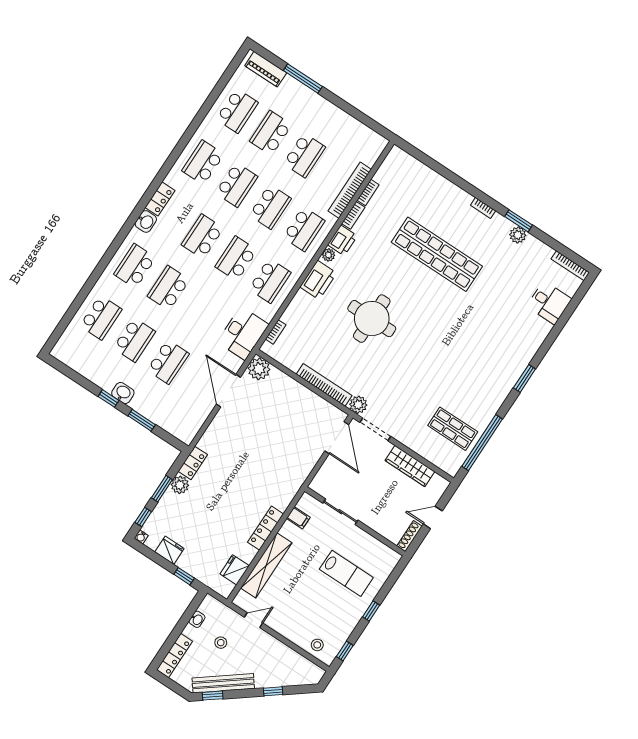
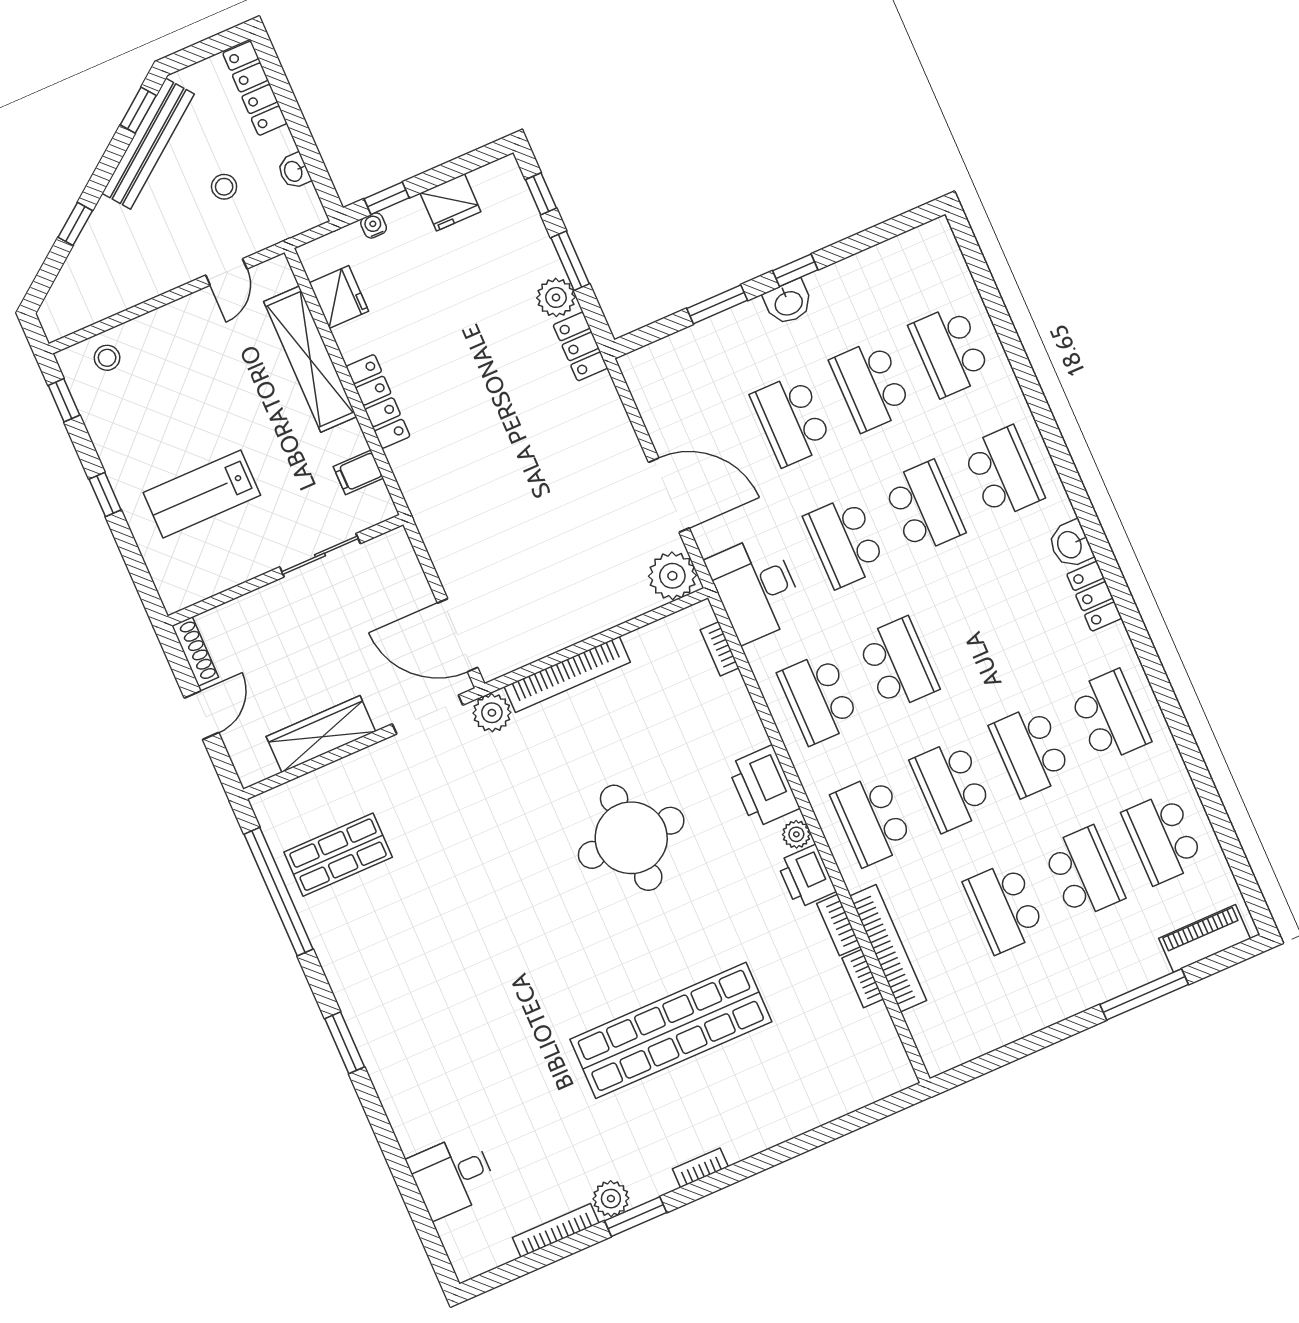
school desk: (203, 236) -> (845, 542), moved, turned 180
bookcase: (570, 266) -> (556, 1230), moved
water cooler: (141, 537) -> (374, 225), moved

